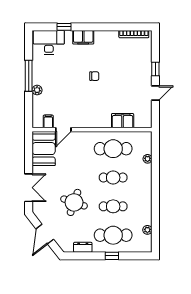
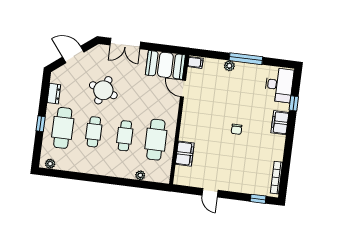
window: (155, 69) -> (258, 199), moved
filing cabinet: (48, 121) -> (195, 62), moved
plant: (147, 230) -> (50, 164), moved

